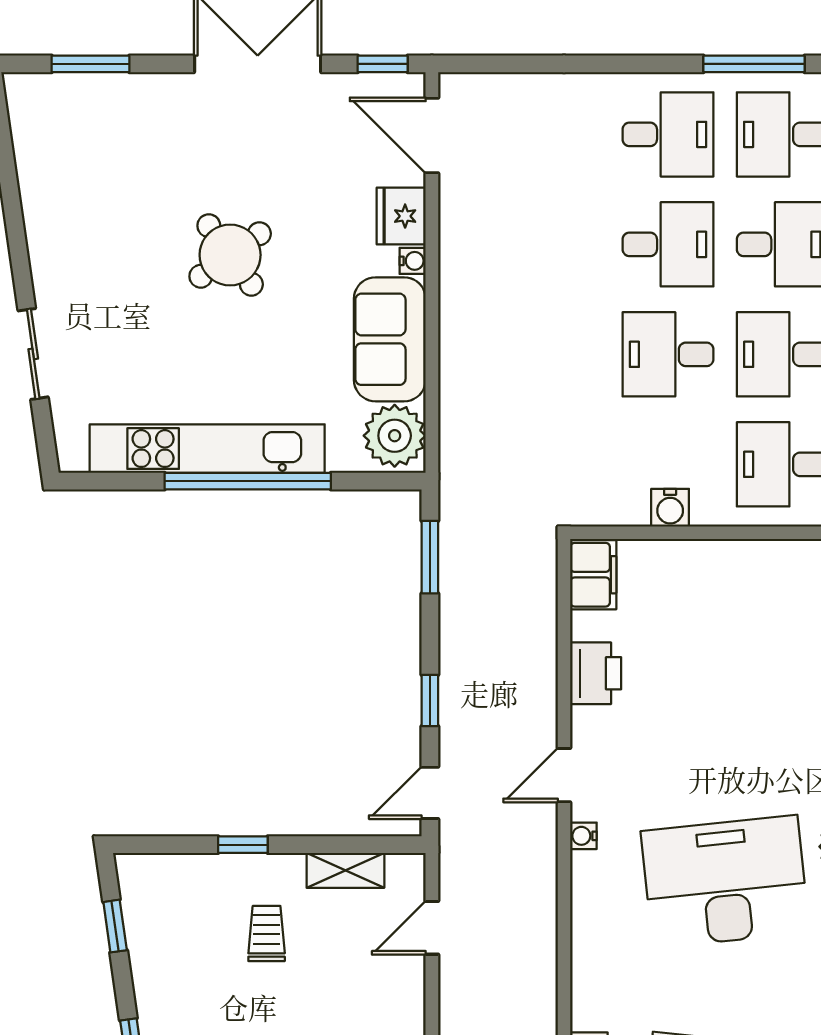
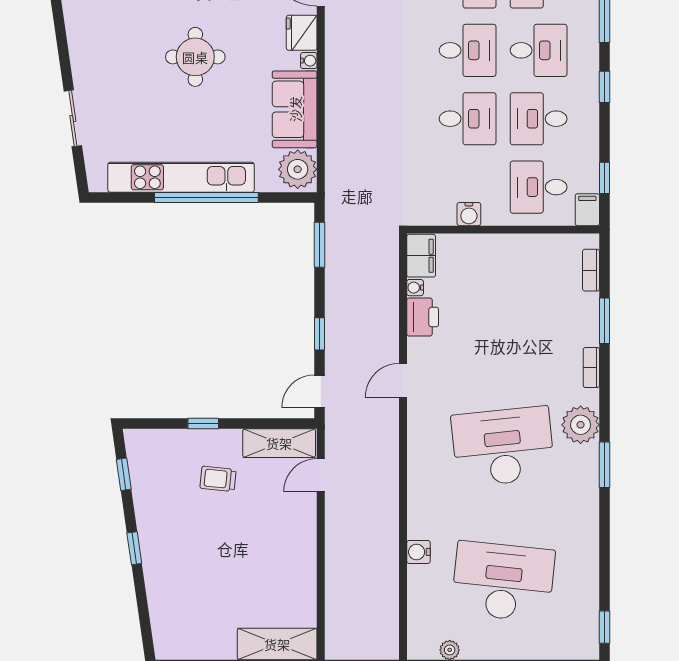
round table: (230, 255) -> (195, 57), turned 36
desk: (668, 354) -> (468, 119), turned 180
water cooler: (583, 836) -> (415, 288), moved
shelving: (345, 870) -> (279, 443), width x1.50, depth x1.33
trolley: (267, 933) -> (218, 479), turned -84

